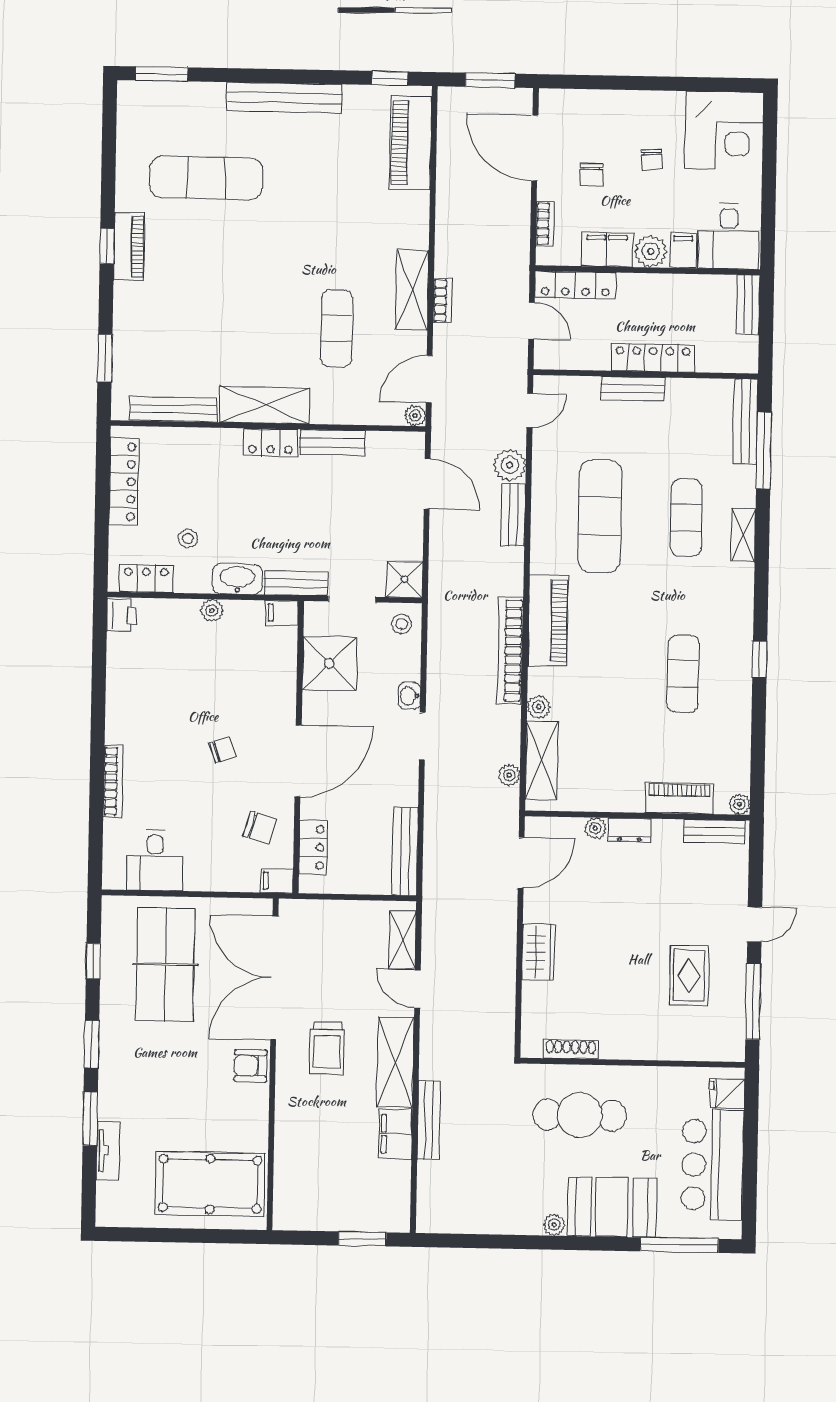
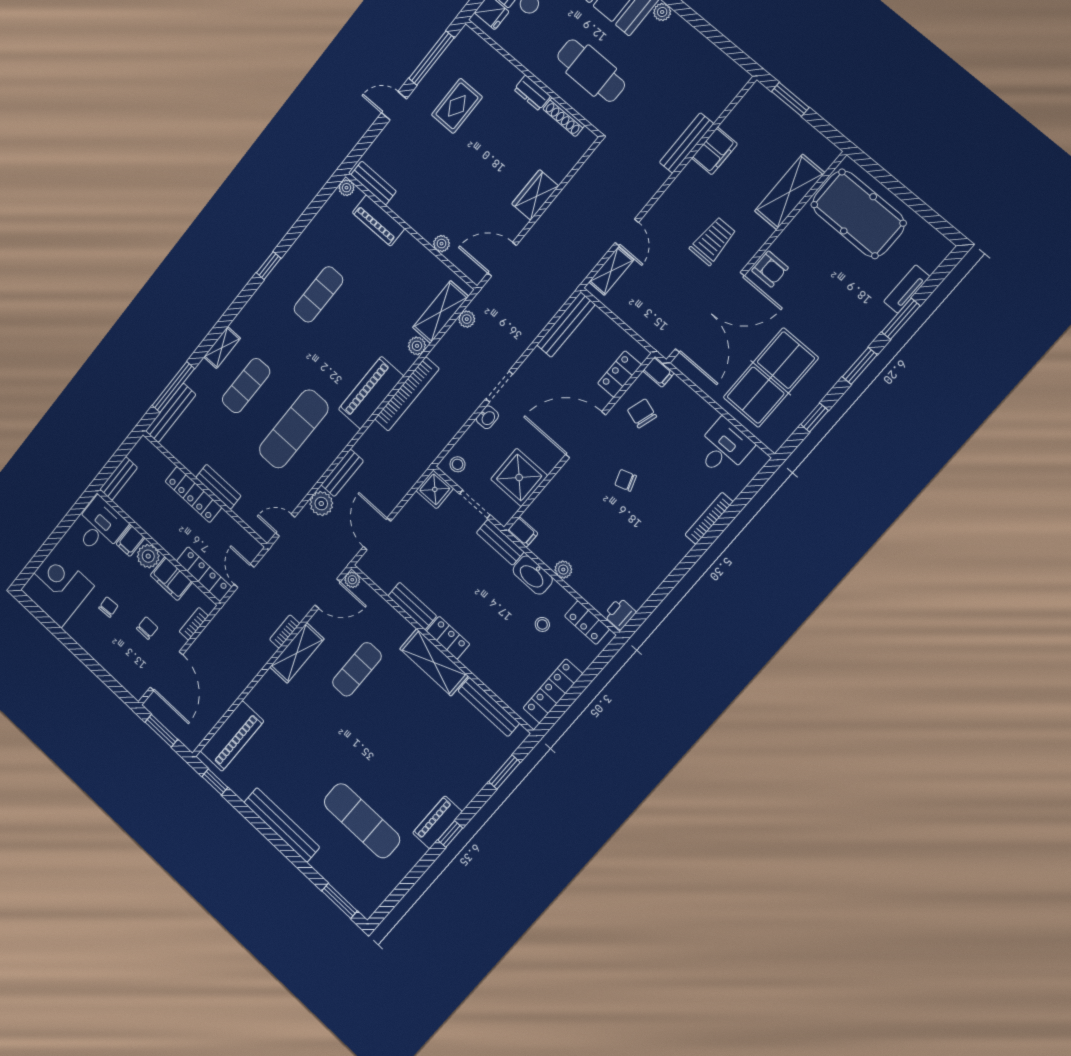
dresser: (630, 830) -> (532, 93), moved, turned 180
shelving: (395, 1062) -> (790, 192), moved

